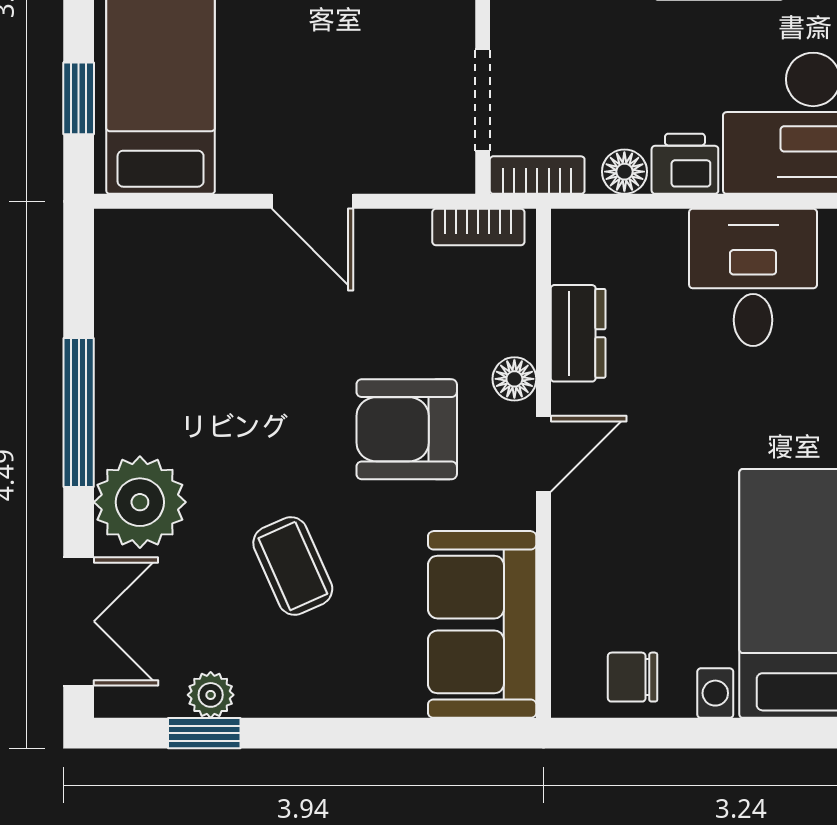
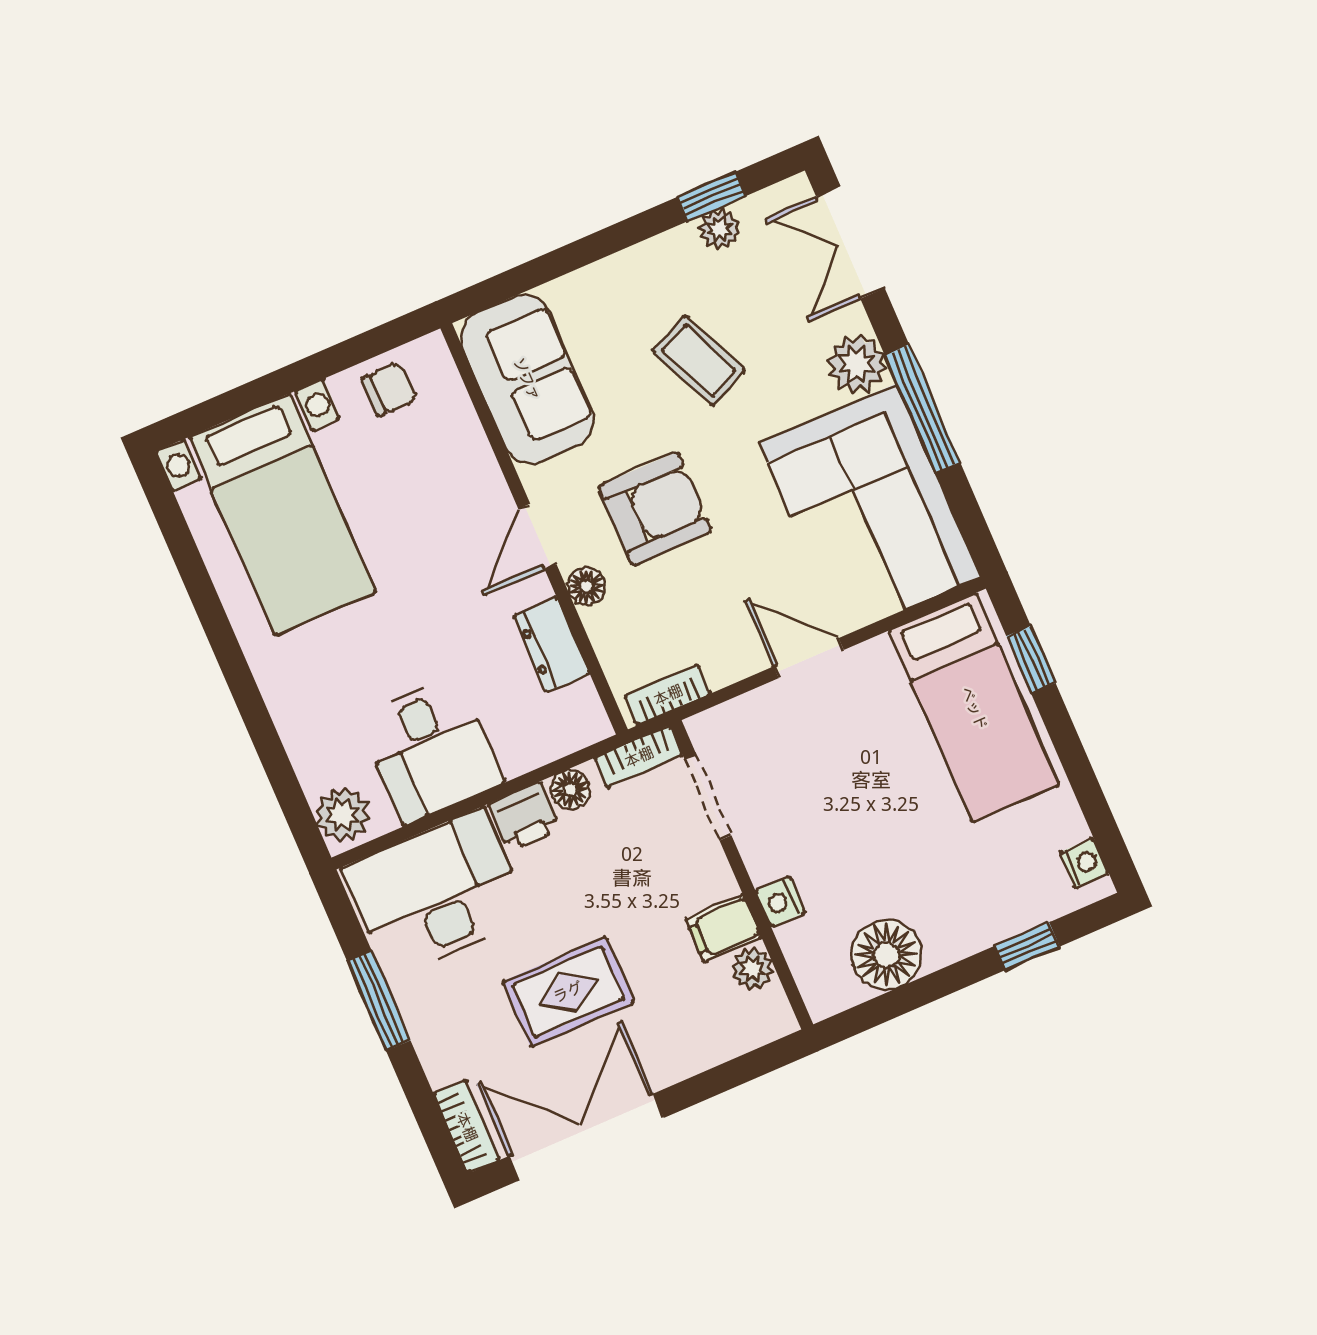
corner sofa: (180, 330) -> (870, 510), added
plant: (140, 502) -> (857, 364), width x0.73, depth x0.73

